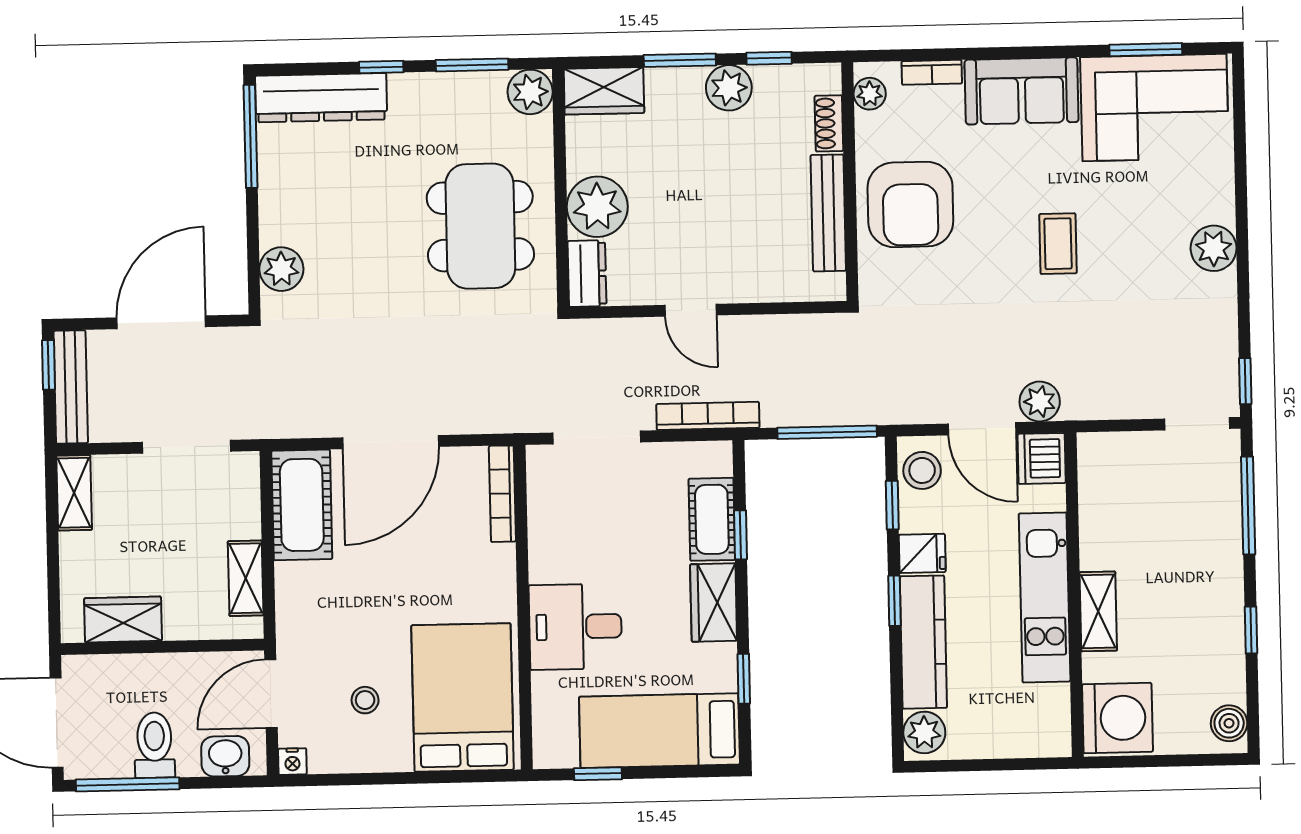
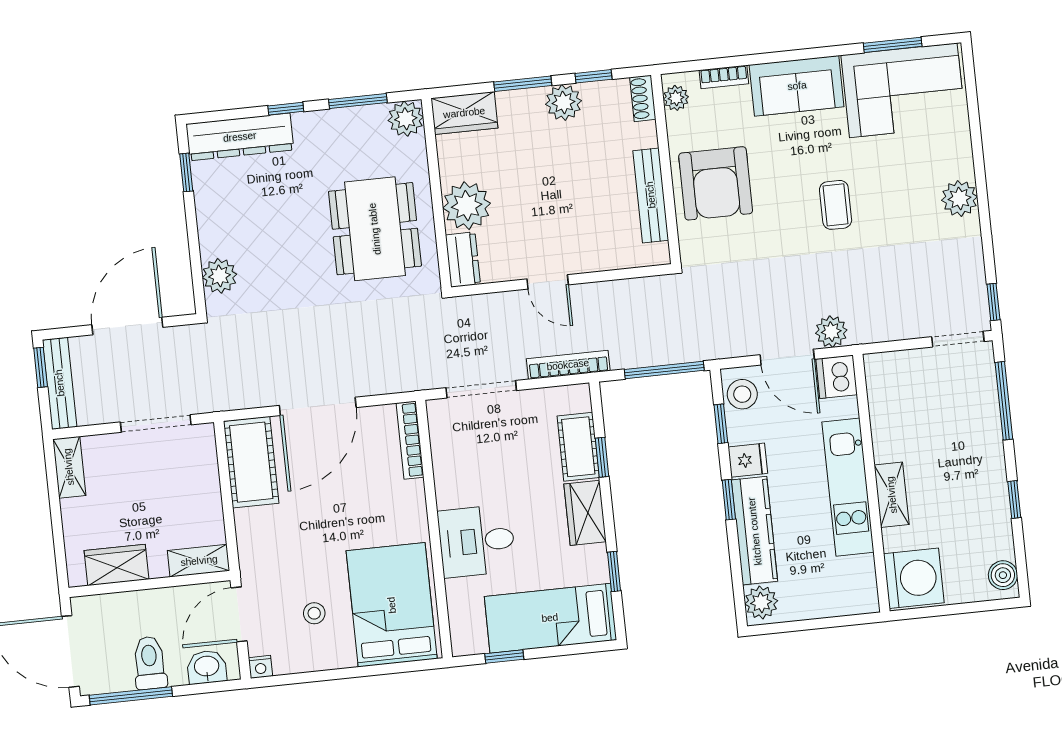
shoe rack: (829, 123) -> (643, 98), moved
window: (251, 136) -> (186, 172), width x0.46
shelving: (246, 578) -> (199, 561), moved, turned 90

